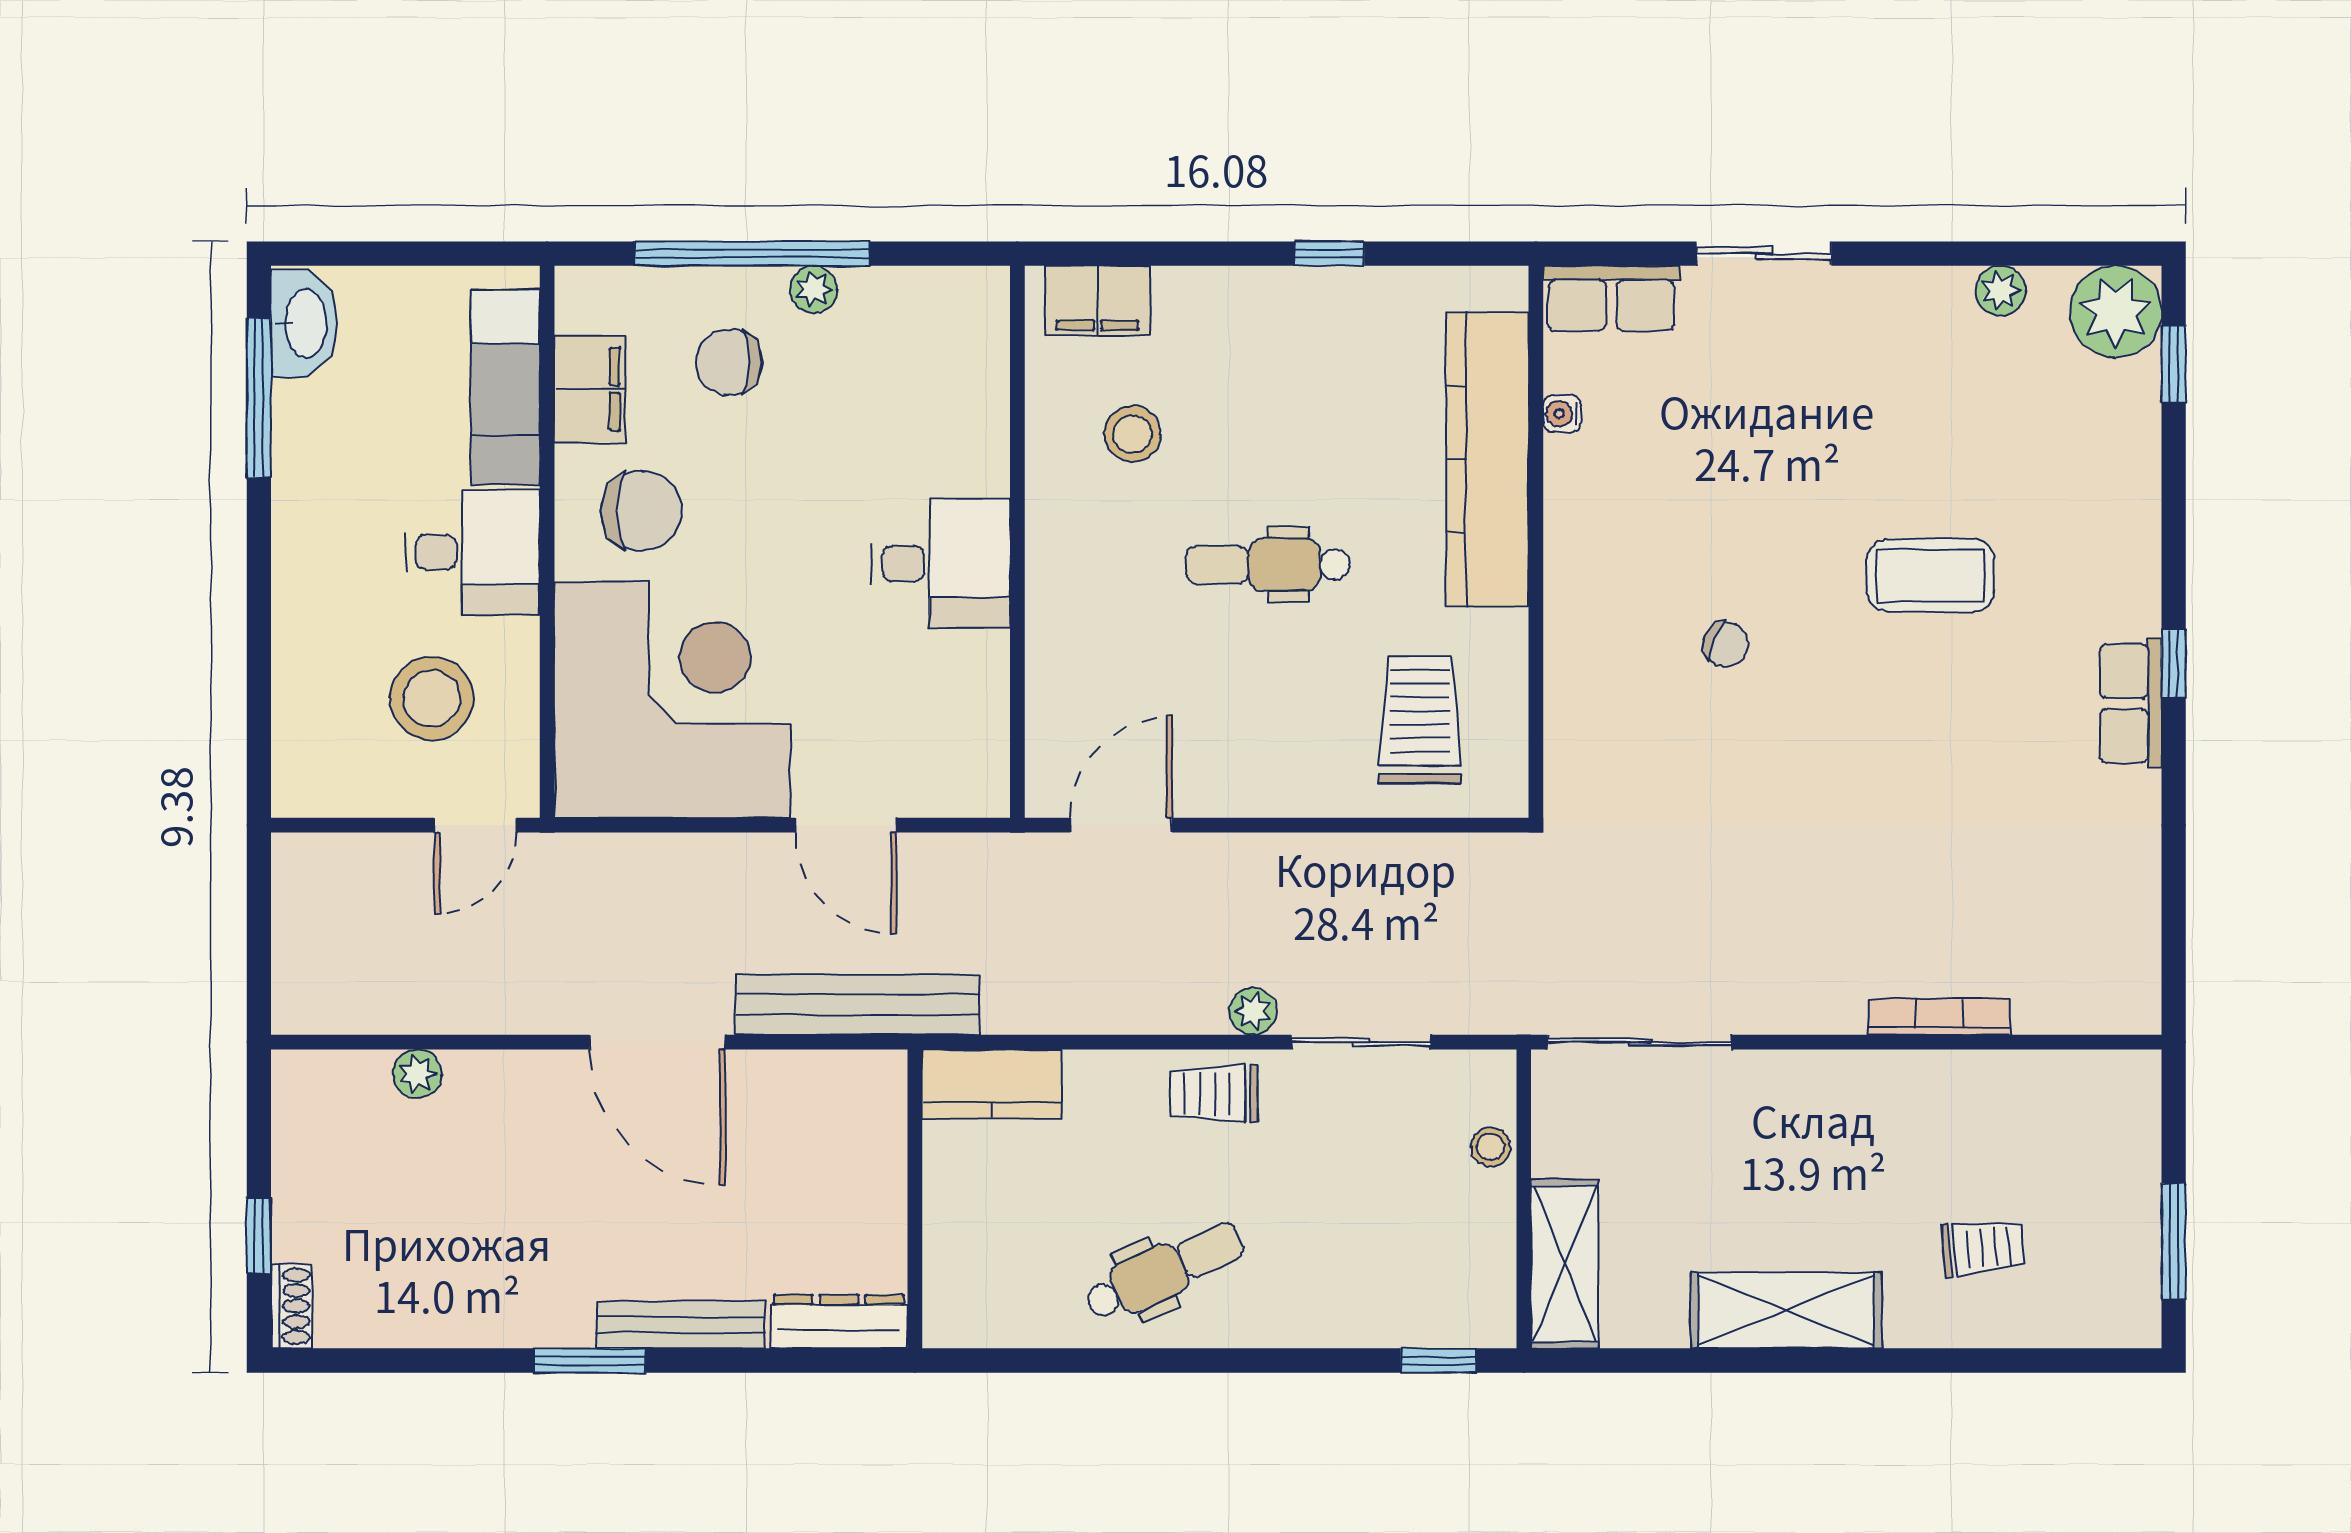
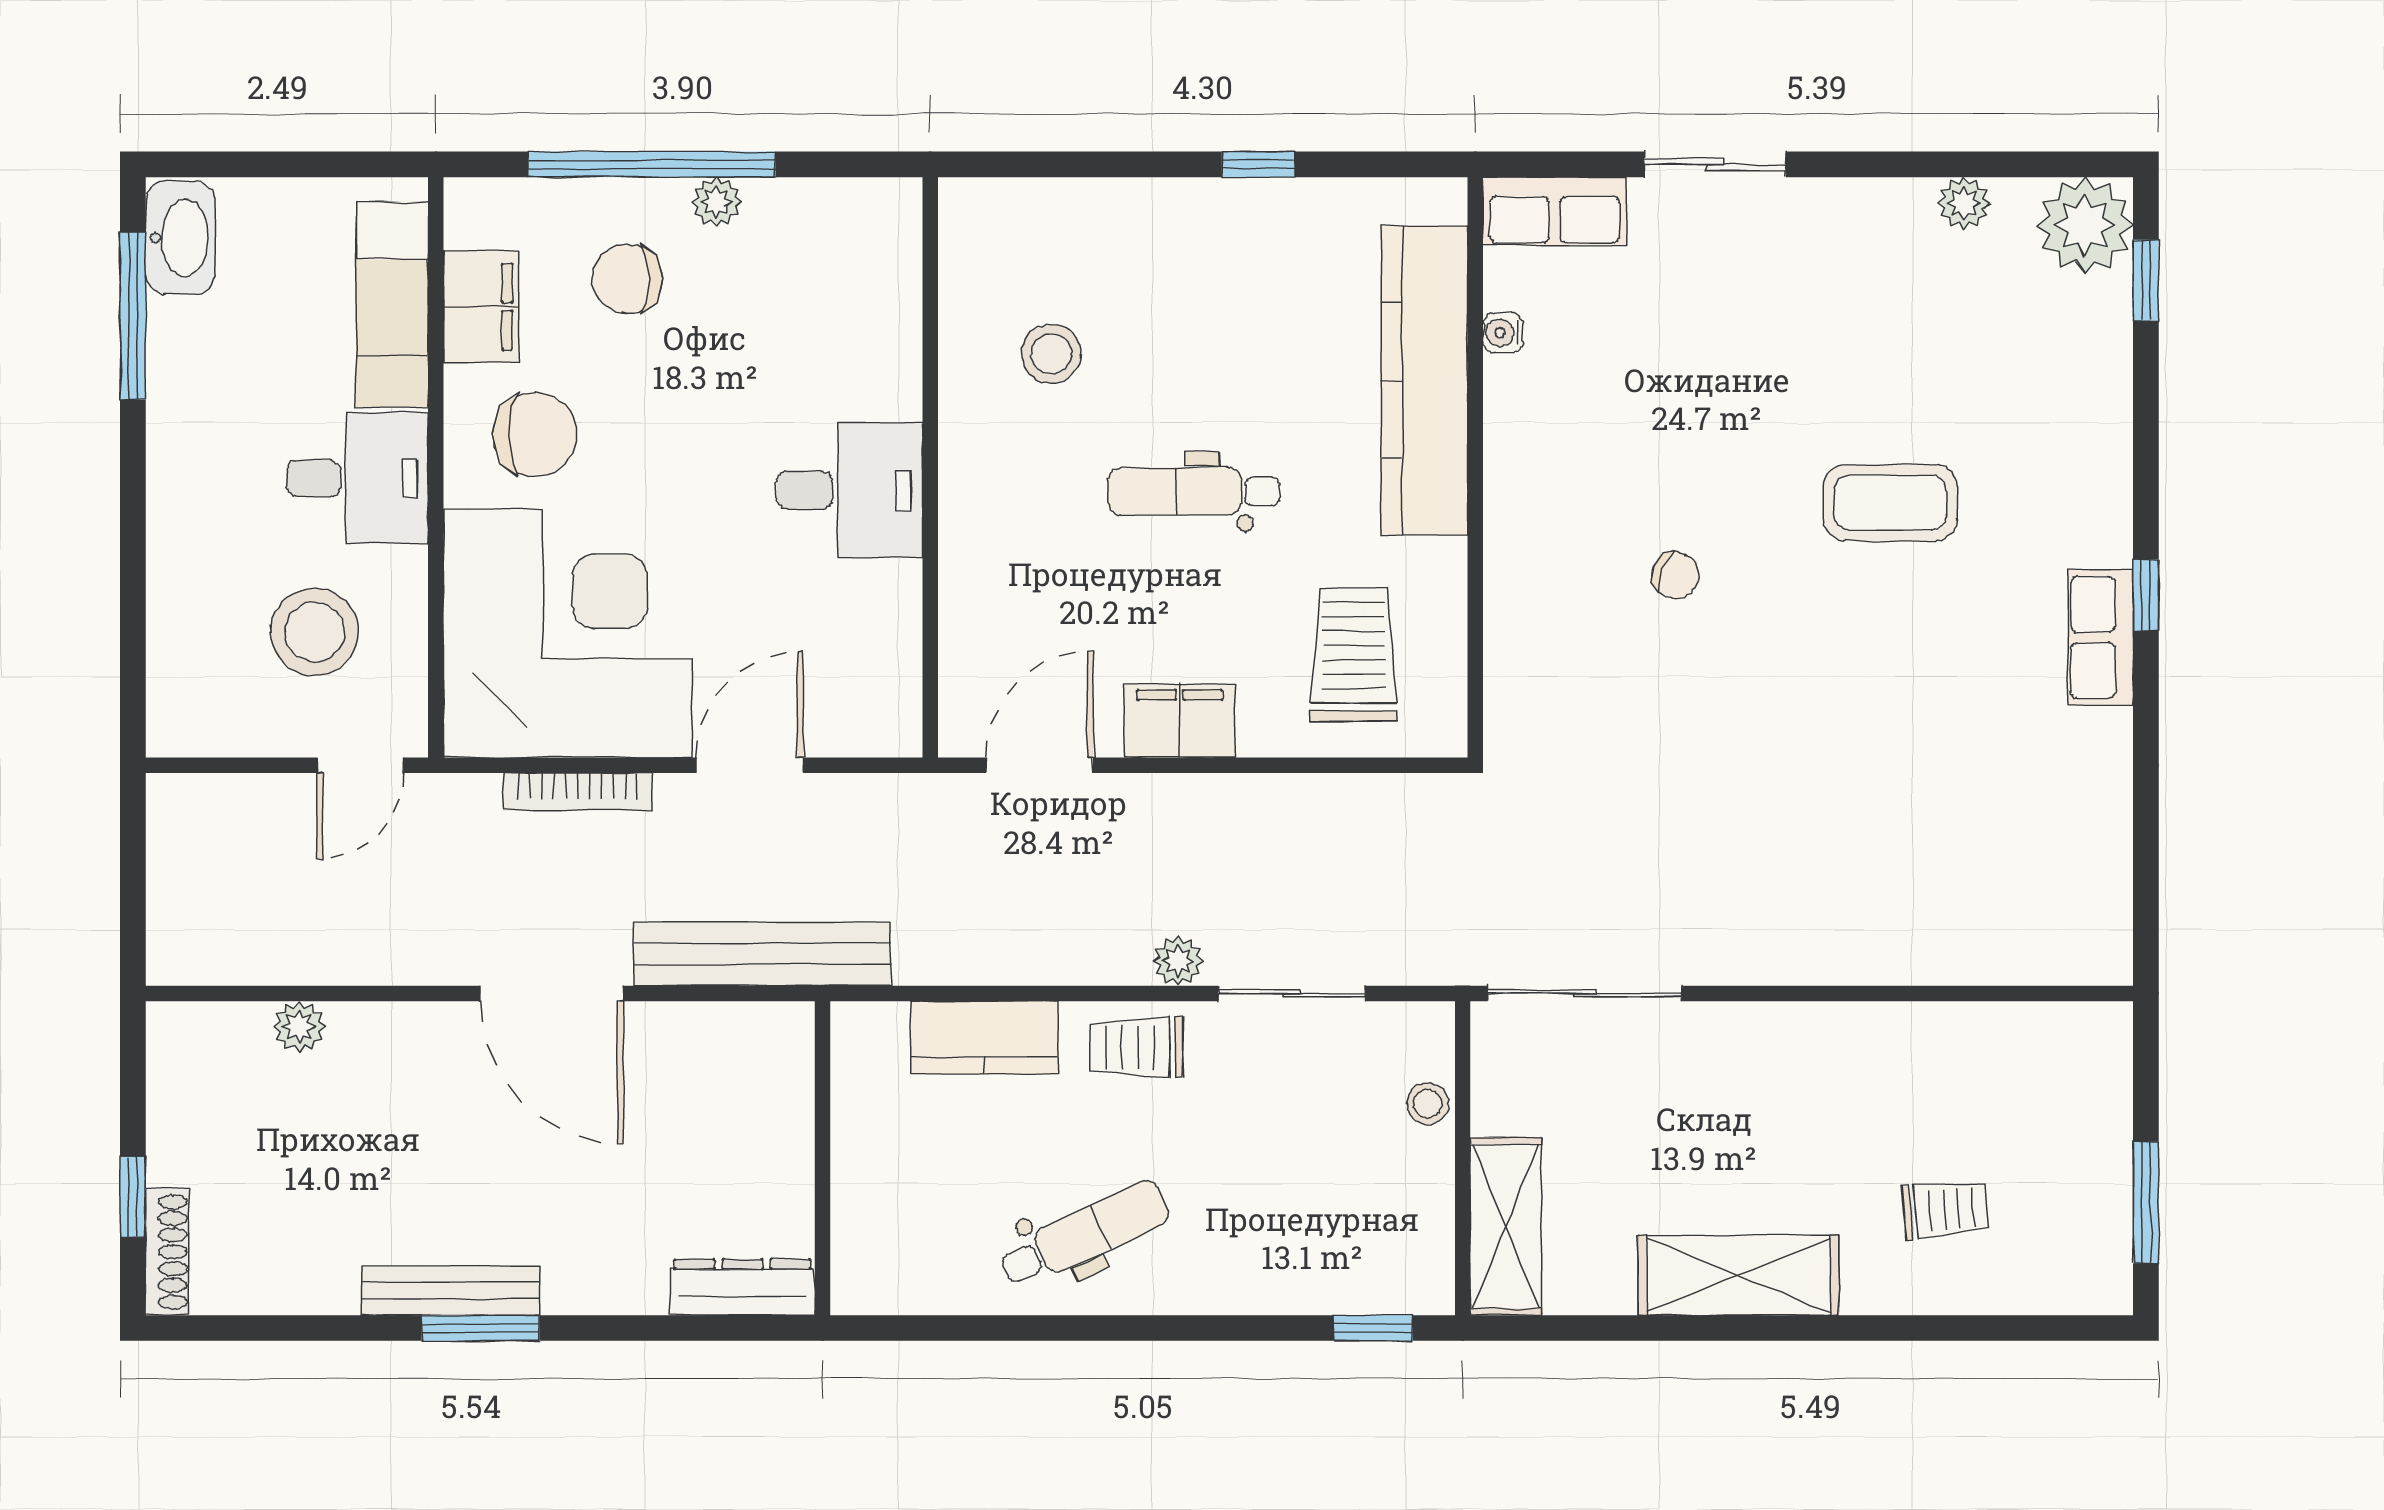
filing cabinet: (1098, 301) -> (1180, 721), moved, turned 180
door: (846, 825) -> (750, 765), swing flipped
bookcase: (1939, 1017) -> (577, 792), moved, turned 180
kitchen counter: (992, 1084) -> (984, 1038), moved
shoe rack: (291, 1306) -> (167, 1252), width x1.43
bench: (681, 1325) -> (451, 1291), moved

